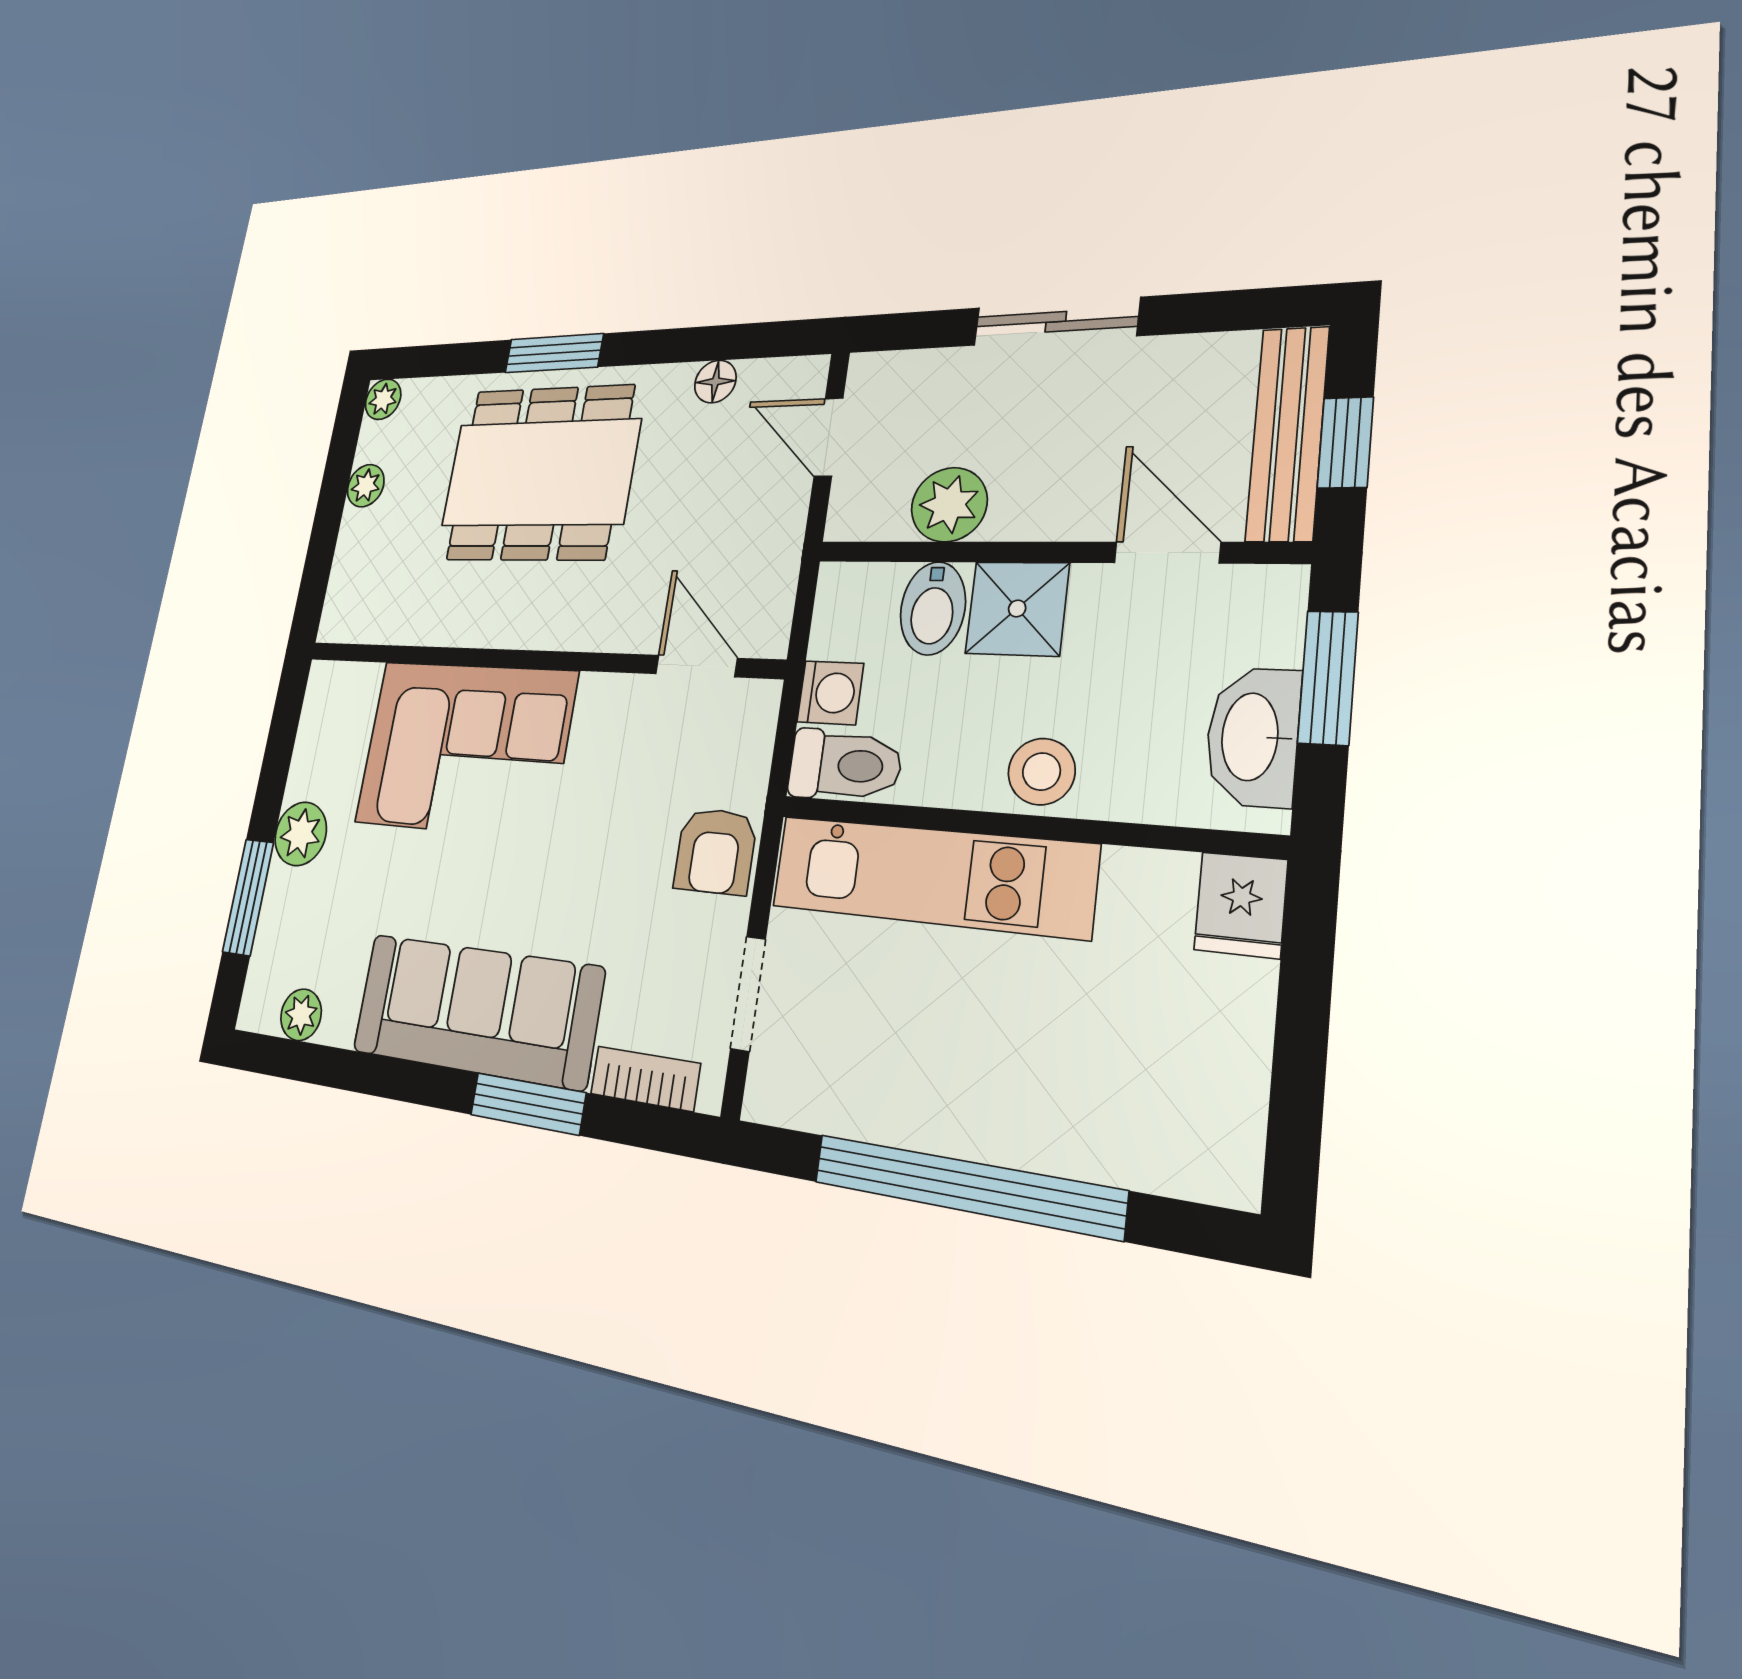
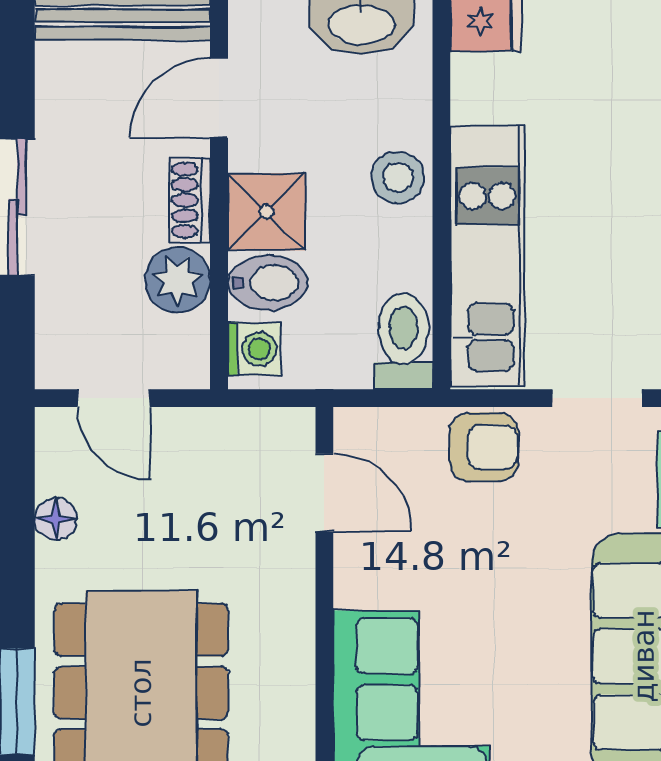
door: (829, 437) -> (114, 398), hinge flipped
shoe rack: (1042, 518) -> (190, 200), added
door: (696, 666) -> (324, 493), swing flipped
washing machine: (830, 693) -> (254, 349), moved, turned 90

